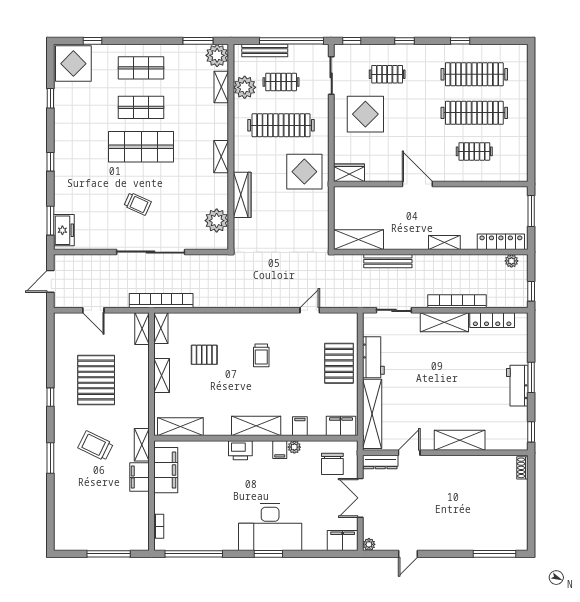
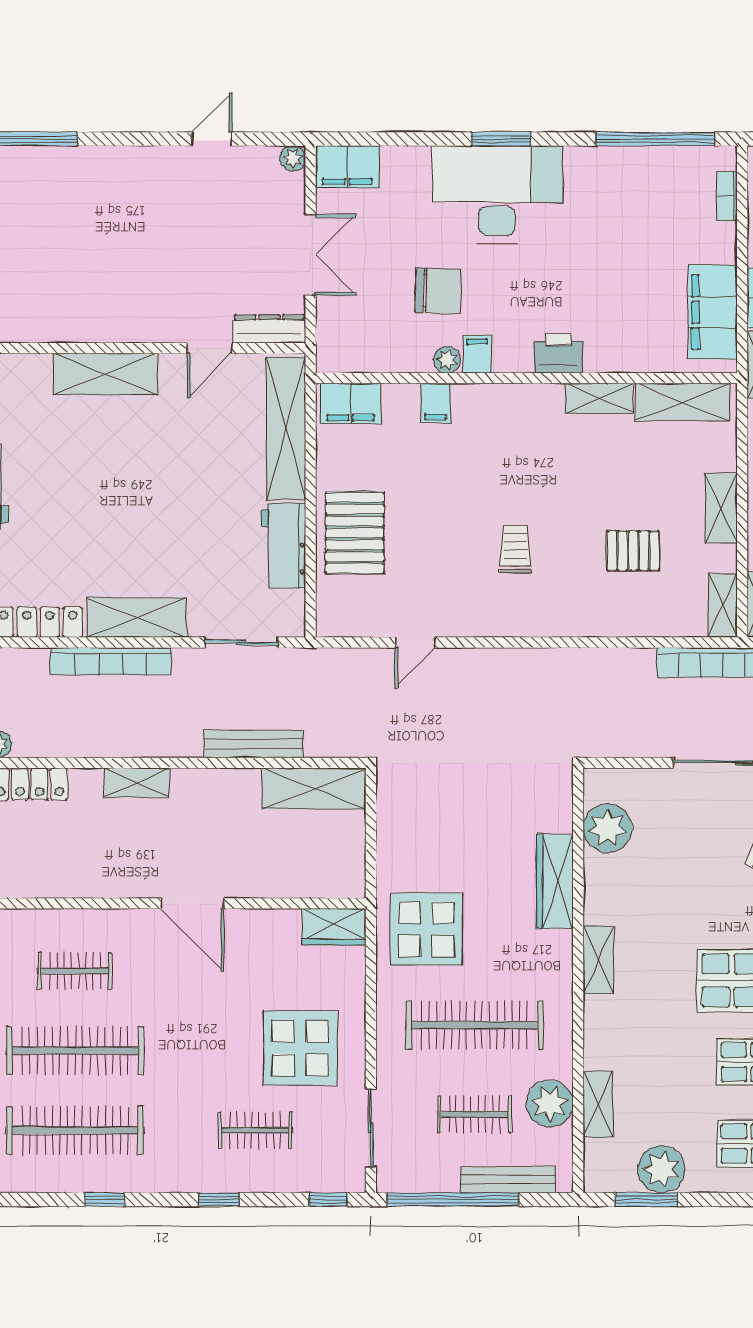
plant: (217, 55) -> (661, 1169), moved
shelving: (256, 426) -> (599, 398), moved, width x0.67, depth x0.75
chair: (332, 464) -> (438, 291), moved, turned 92

